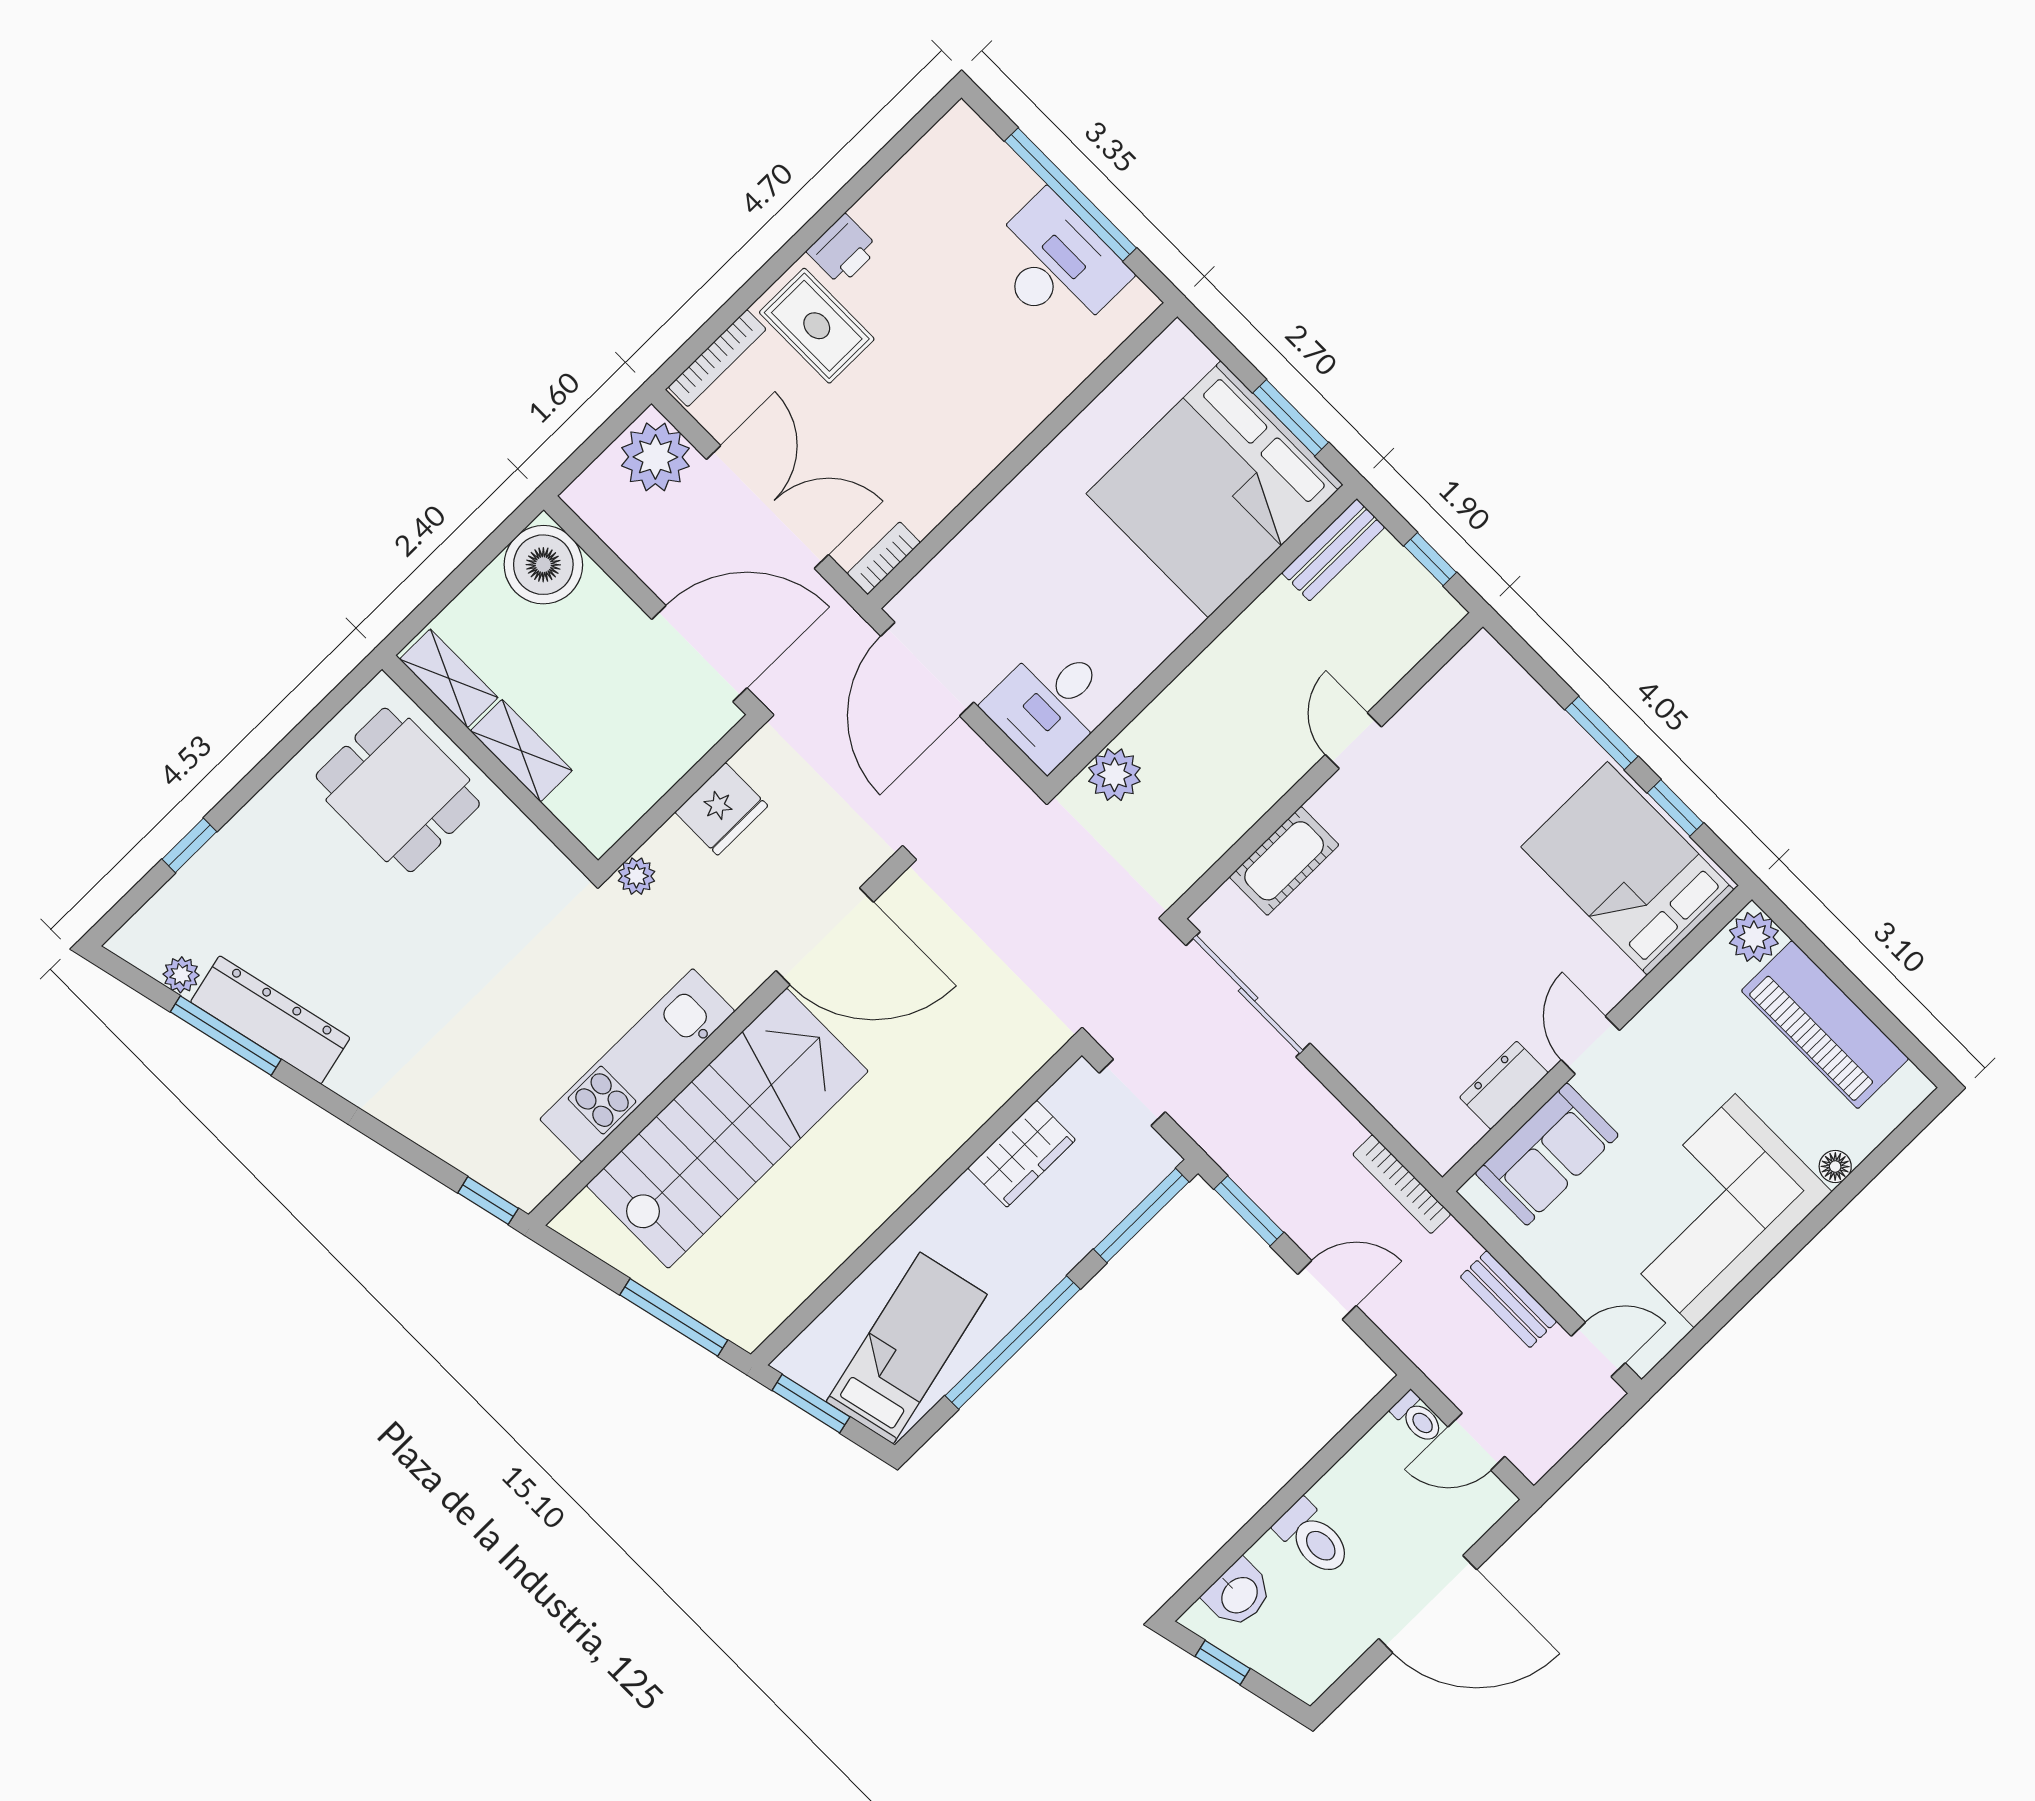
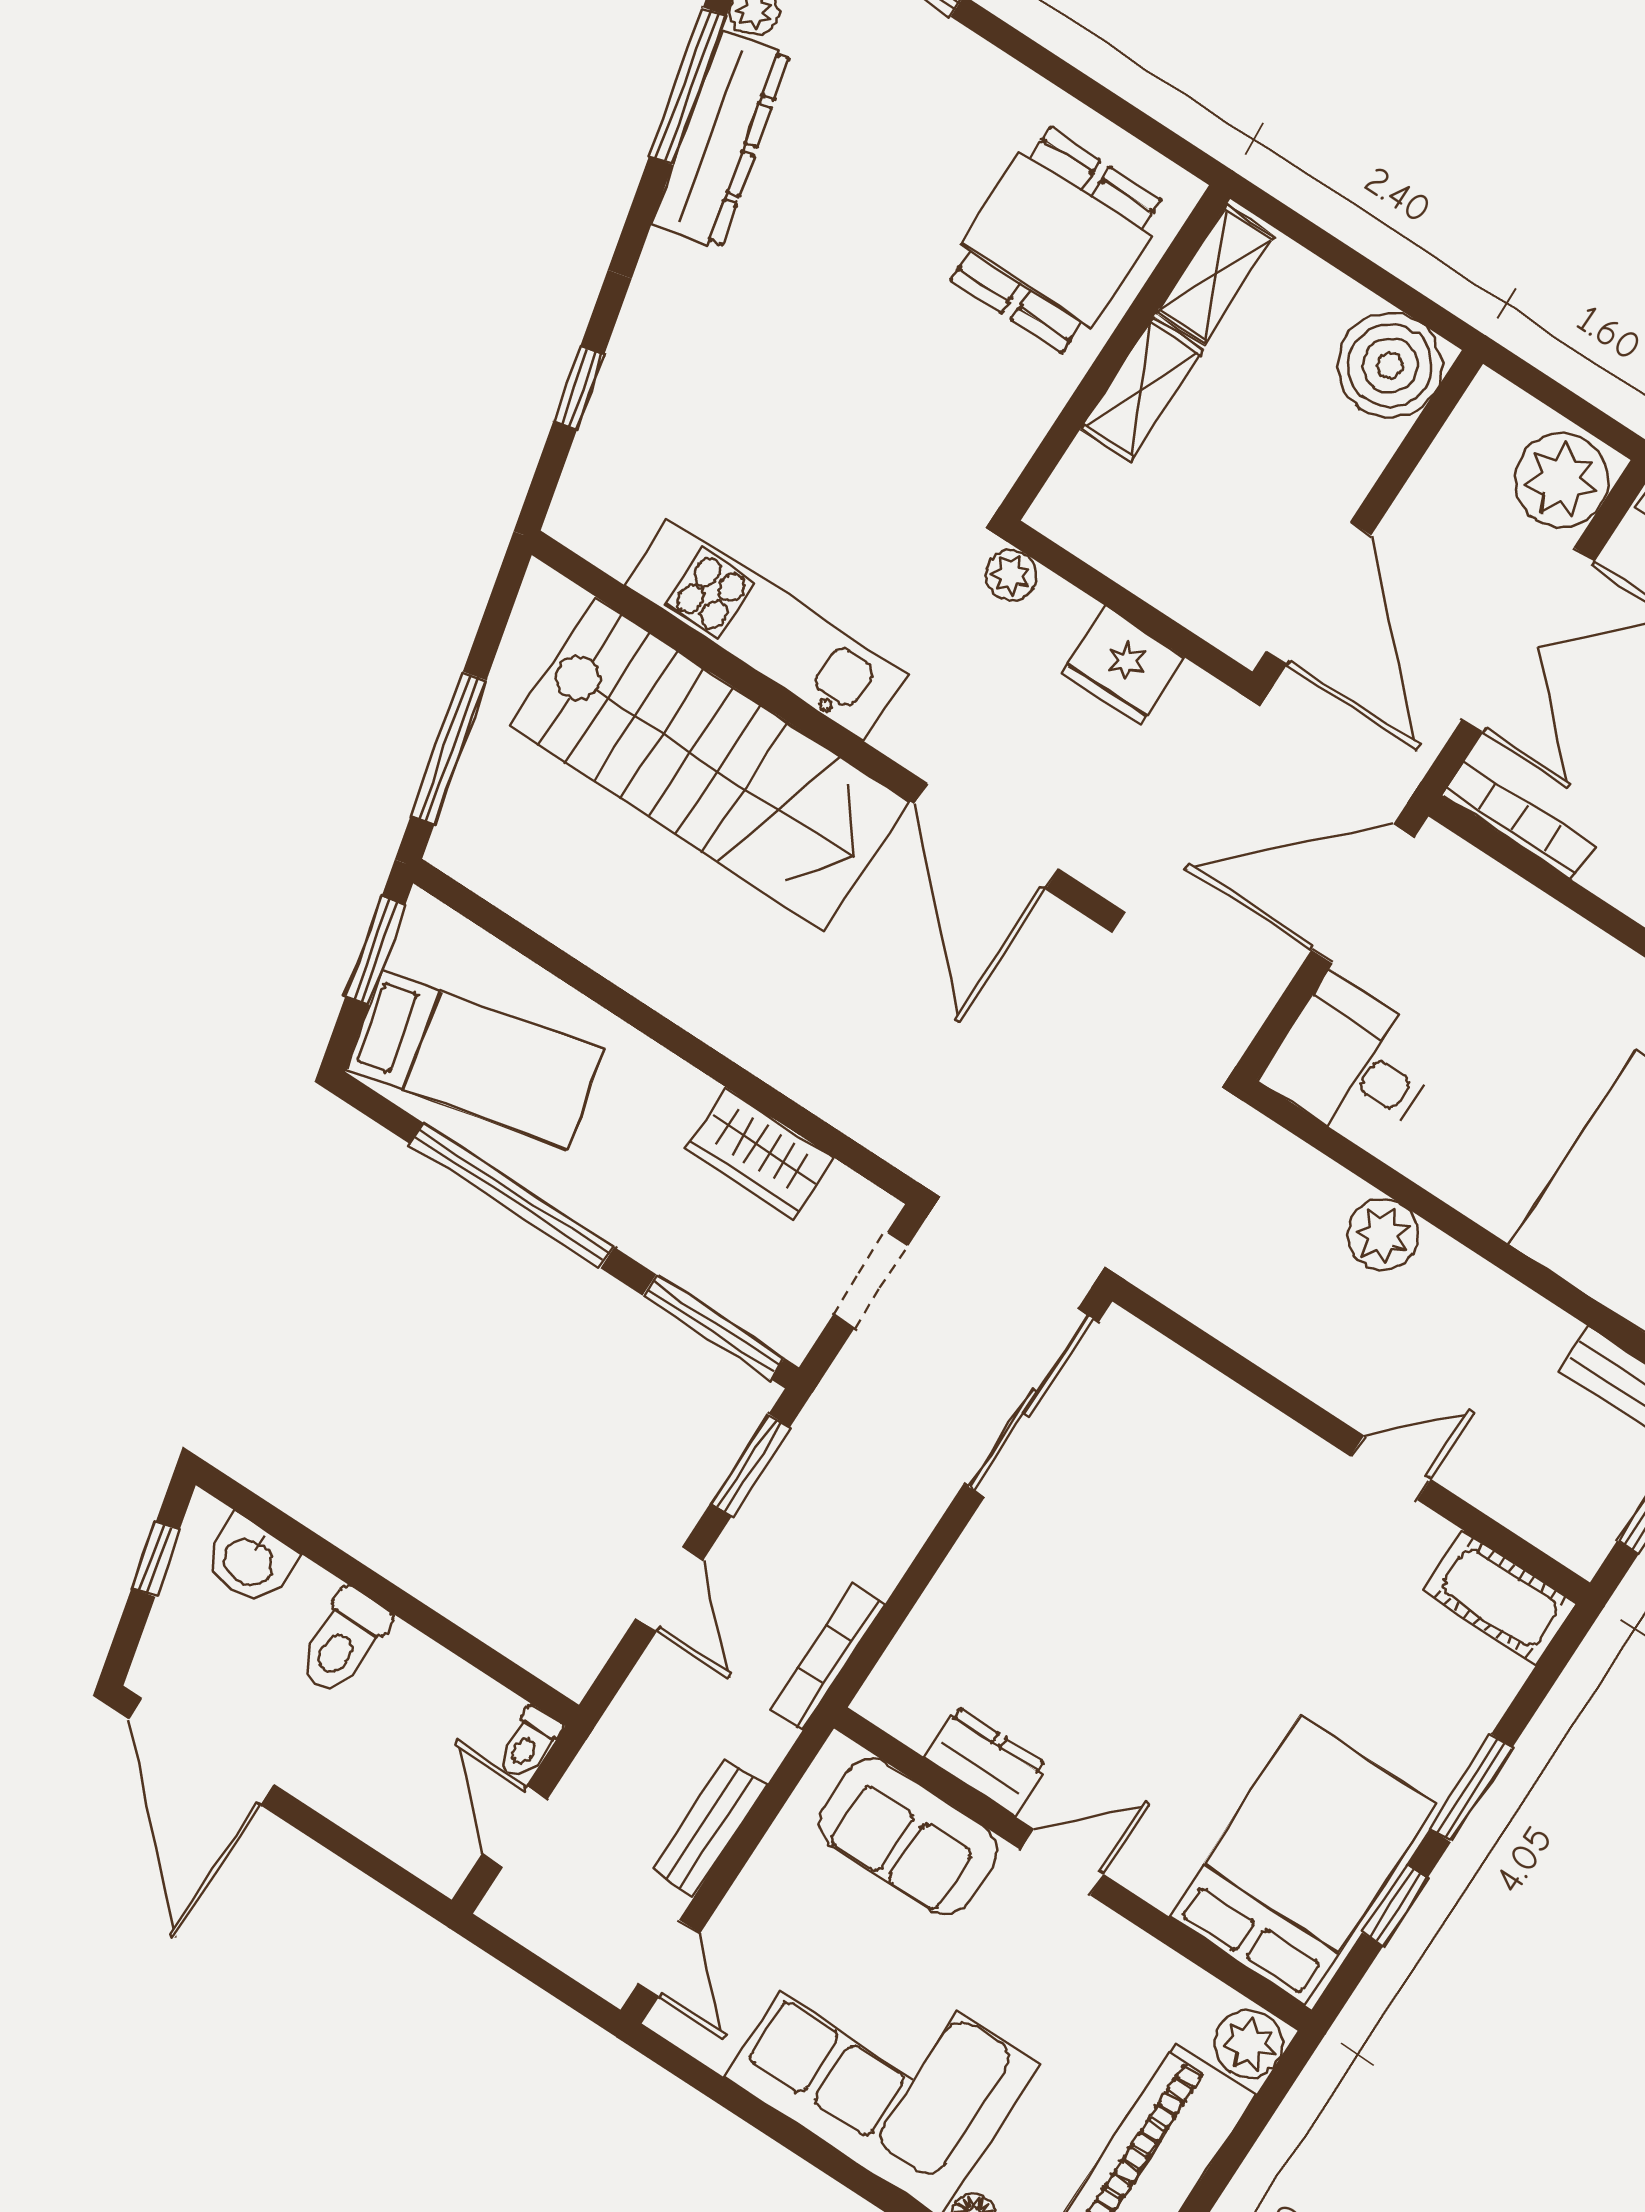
bookcase: (884, 558) -> (1518, 821), width x1.56
plant: (1114, 775) -> (1383, 1235), moved
cot: (1284, 861) -> (1500, 1598), moved
window: (488, 1201) -> (579, 388), moved
door: (1428, 1604) -> (201, 1752), moved

